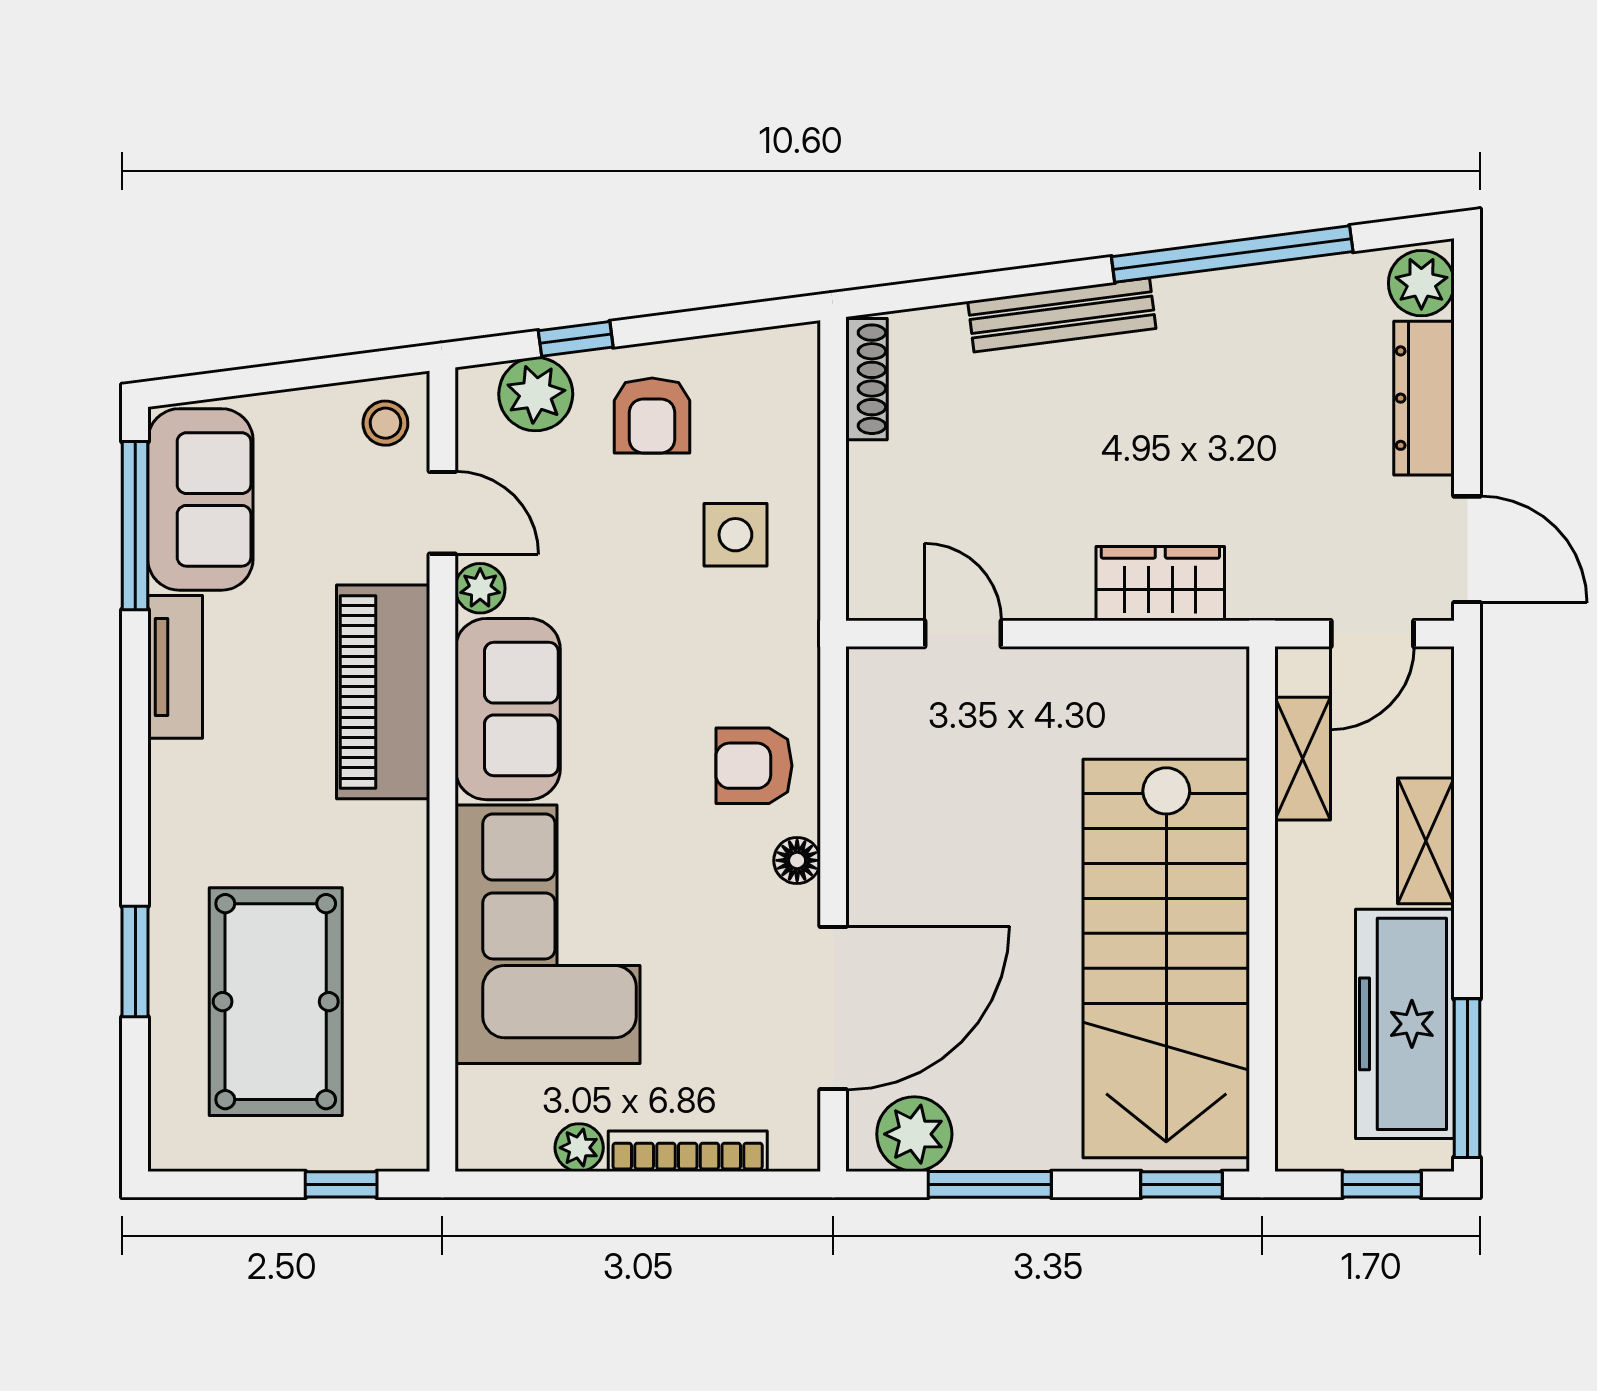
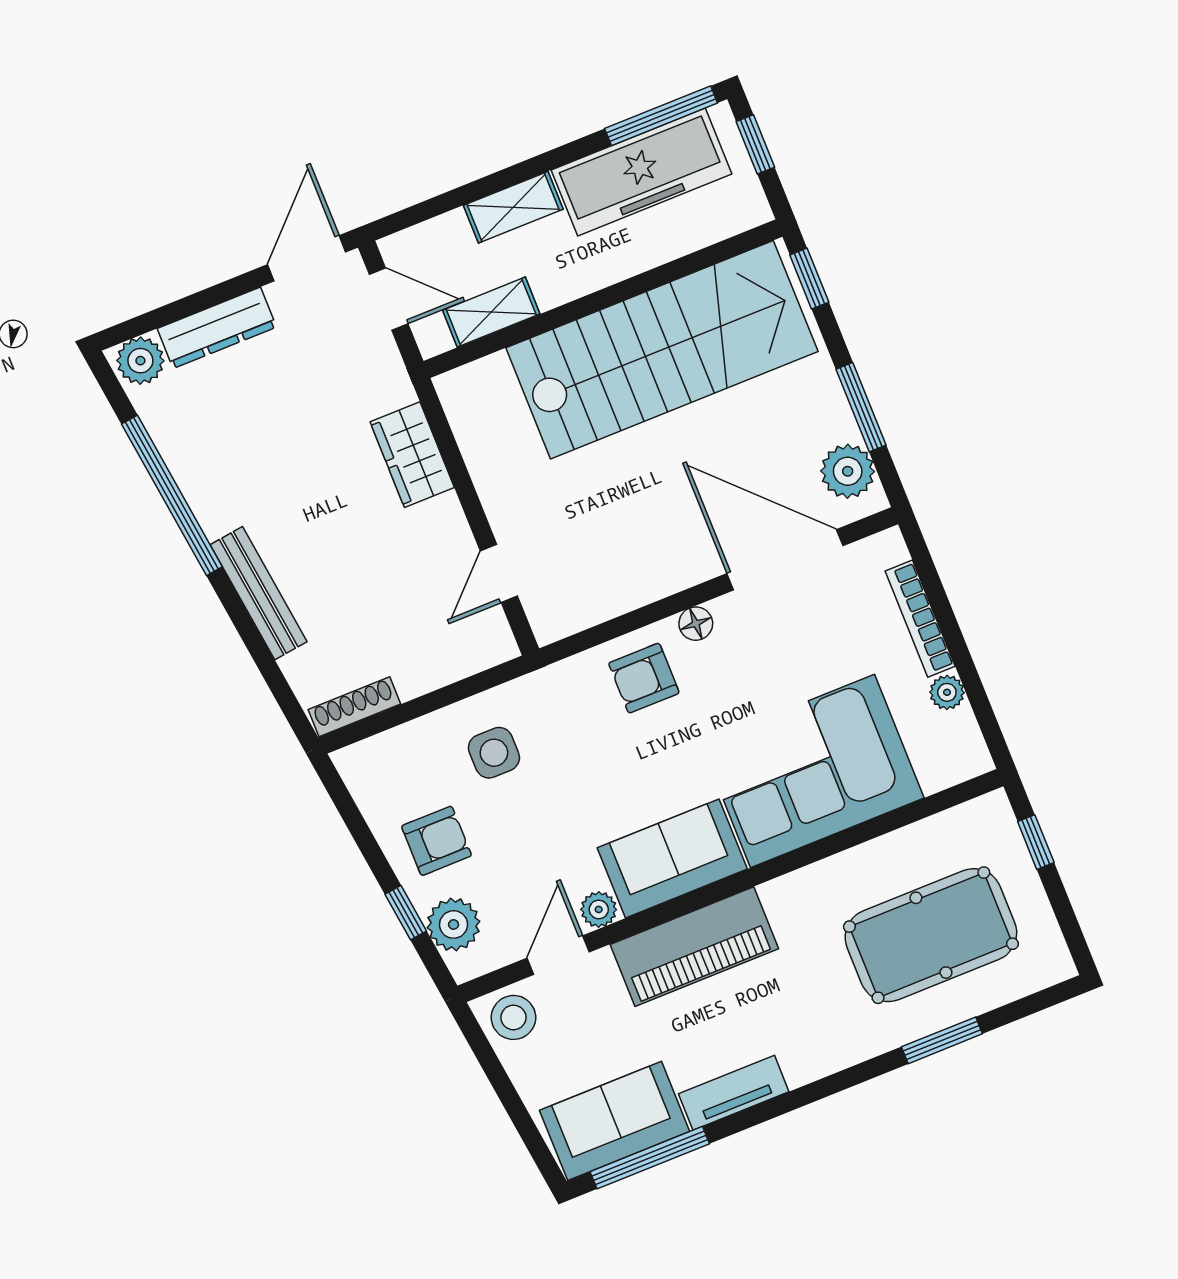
stool: (385, 423) -> (513, 1017), width x1.37, depth x1.37
armchair: (754, 766) -> (644, 678), turned 90

